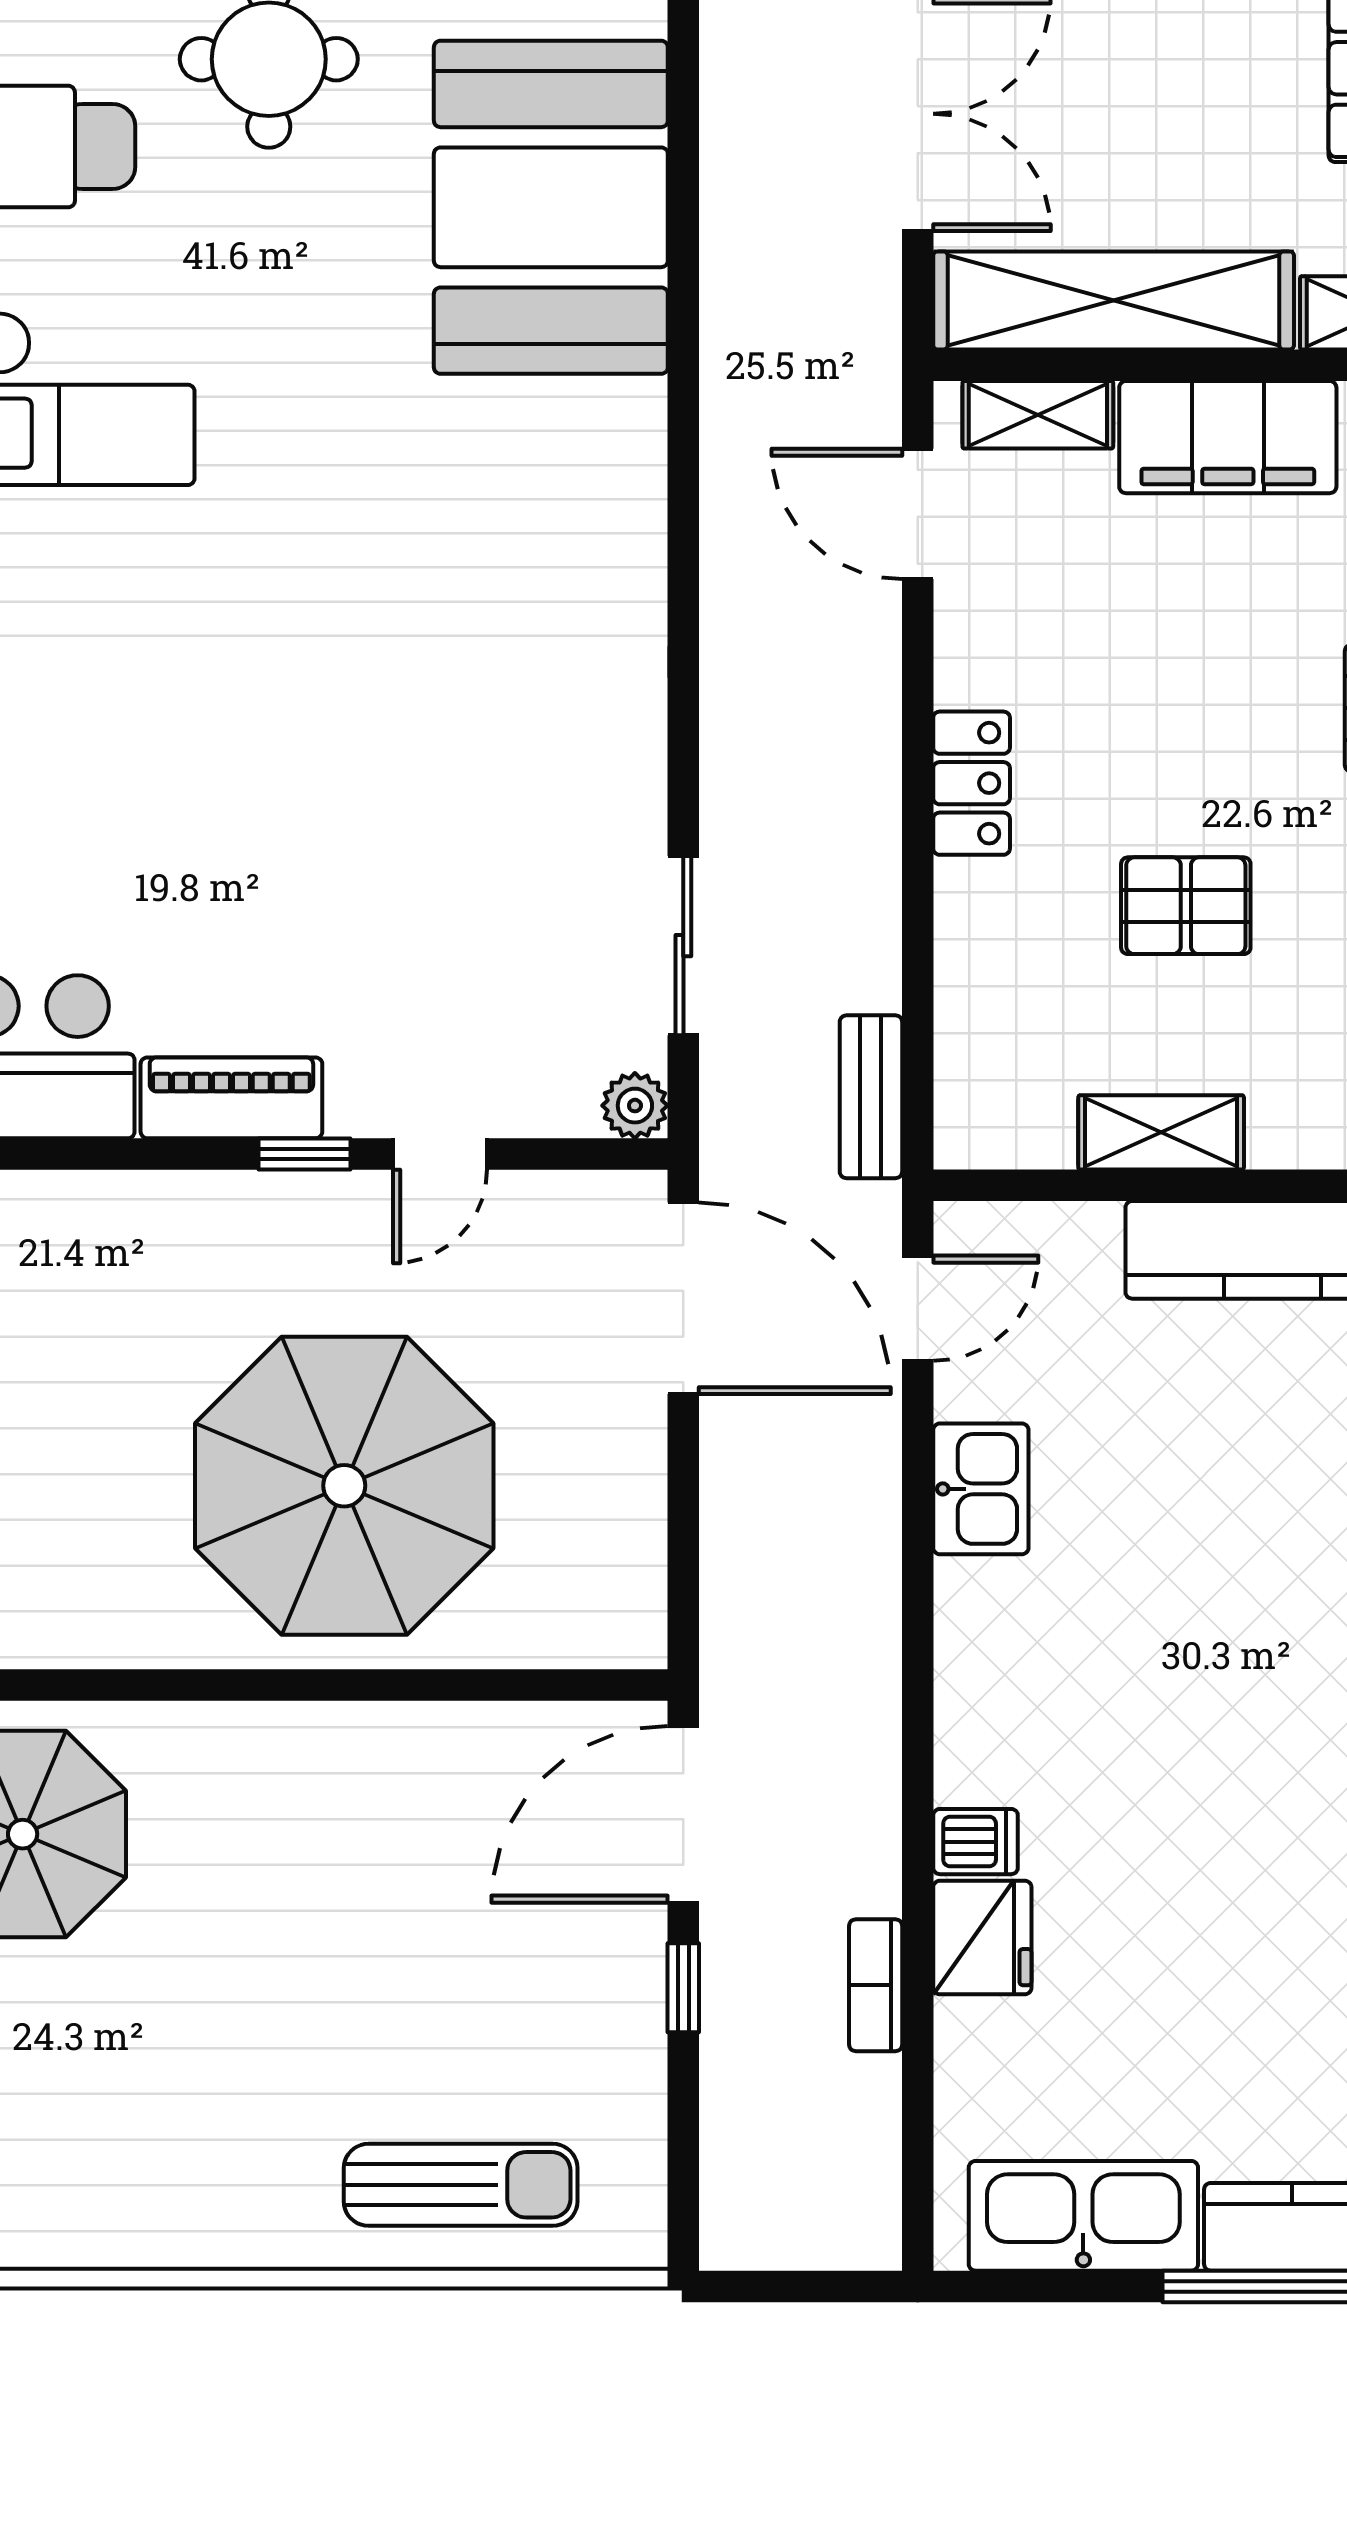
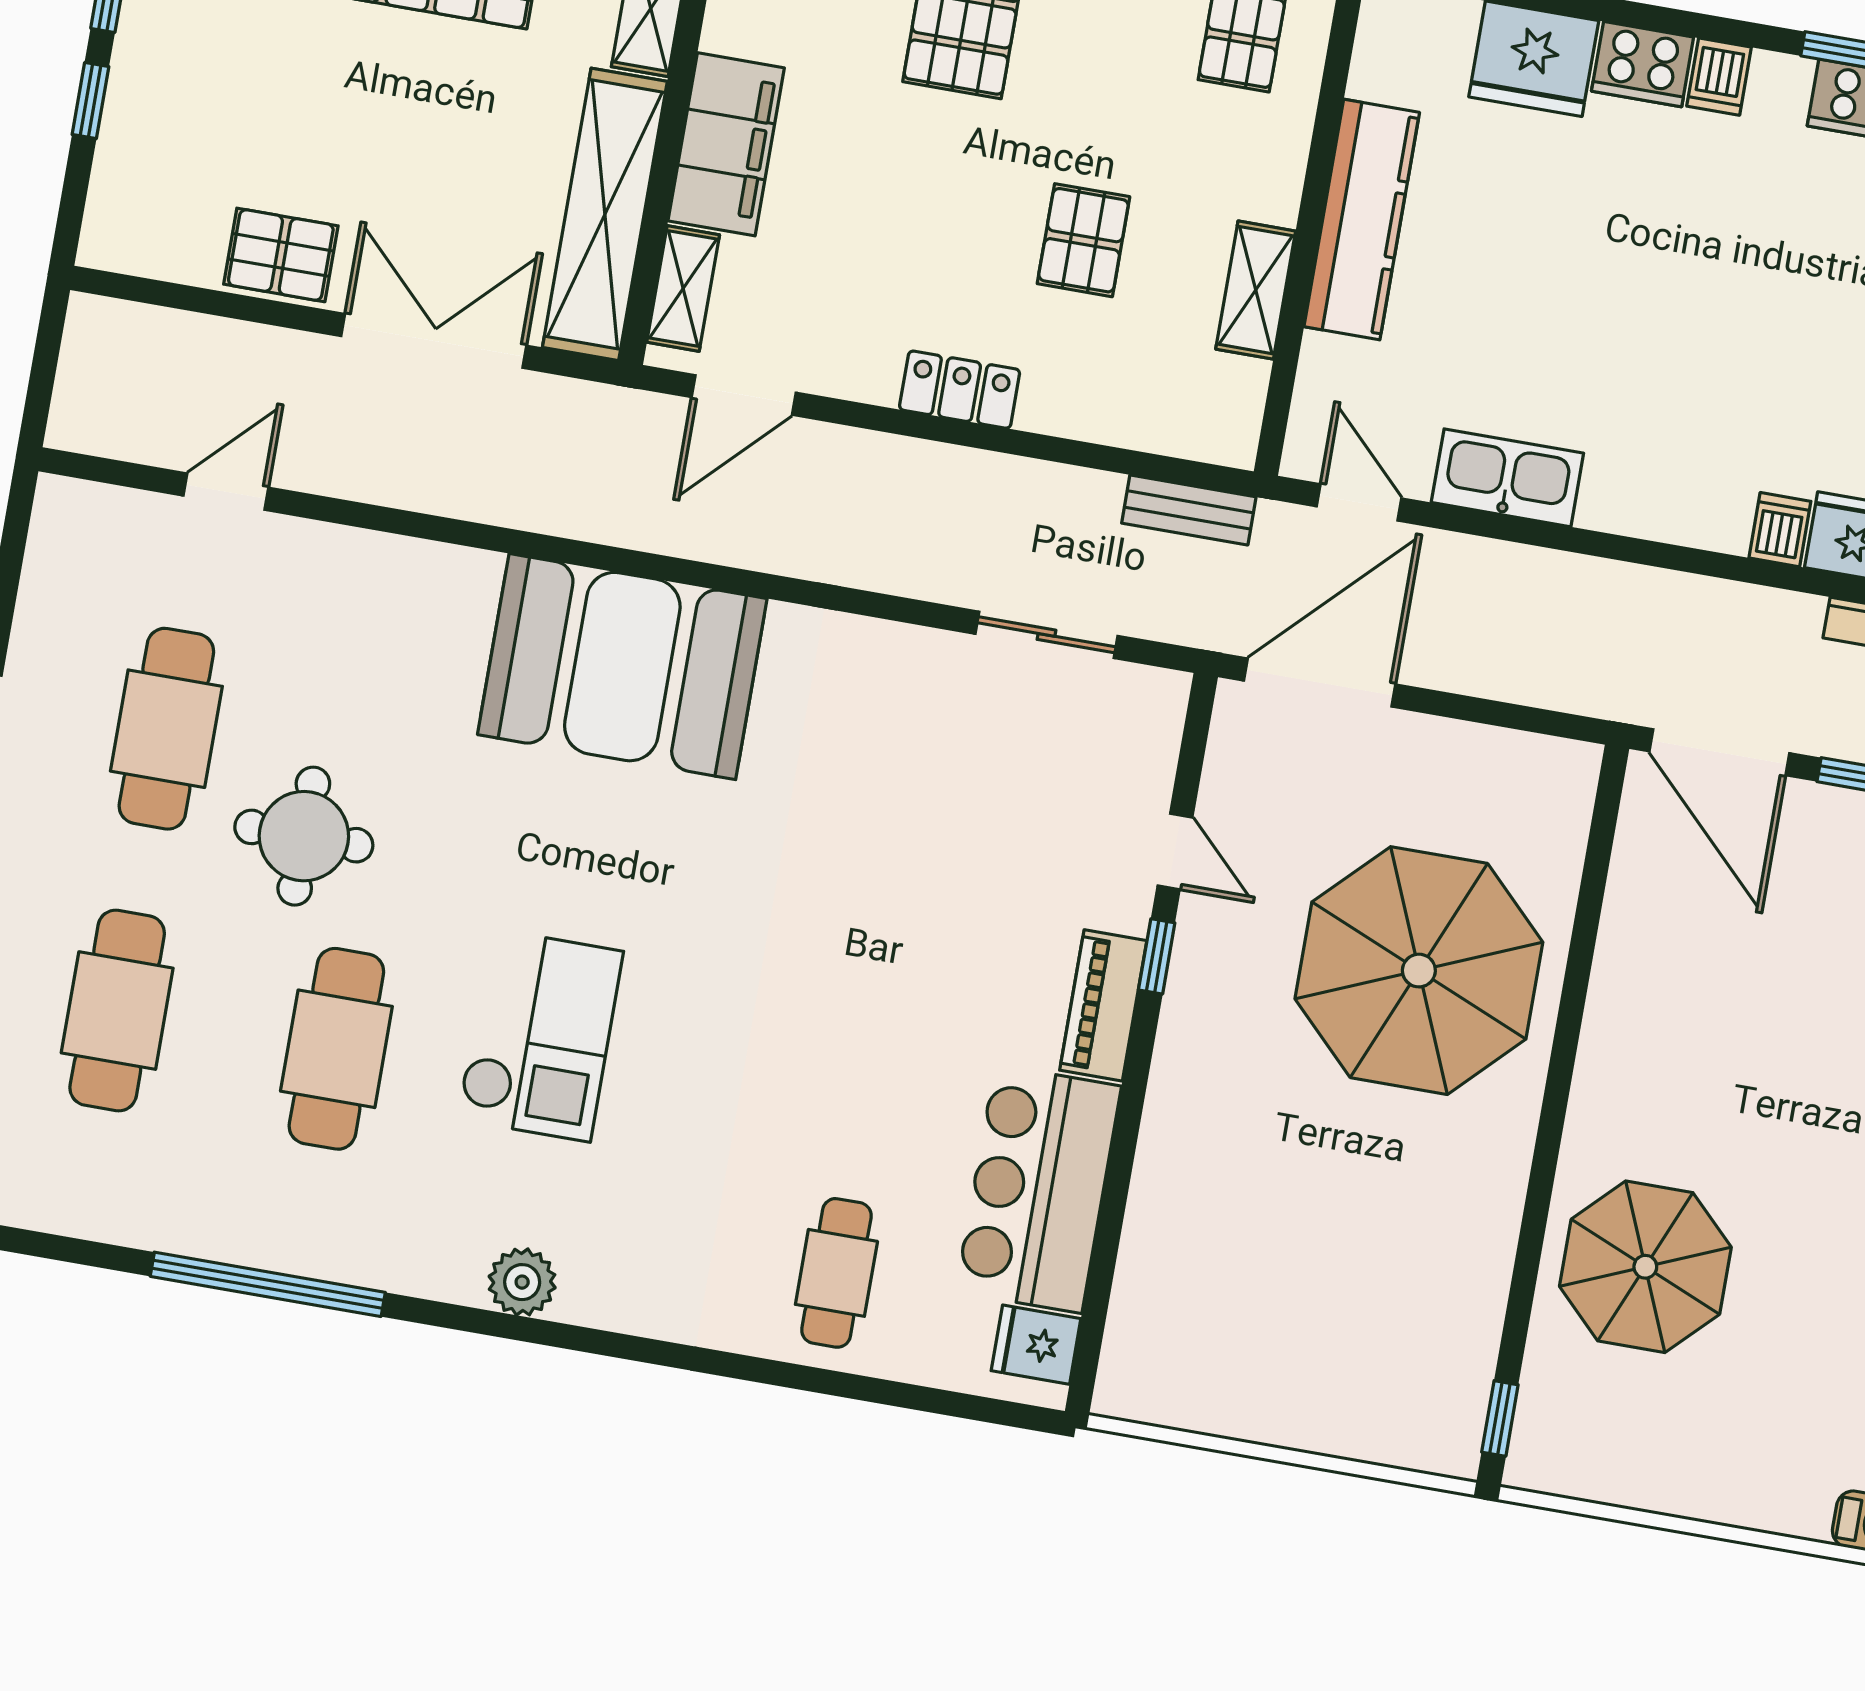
booth: (551, 207) -> (622, 667), moved
plant: (635, 1106) -> (1164, 694), removed
kitchen sink: (981, 1489) -> (1507, 478), width x1.38

